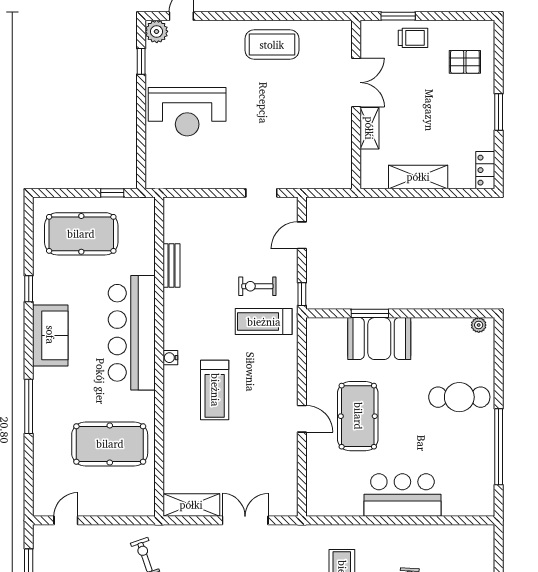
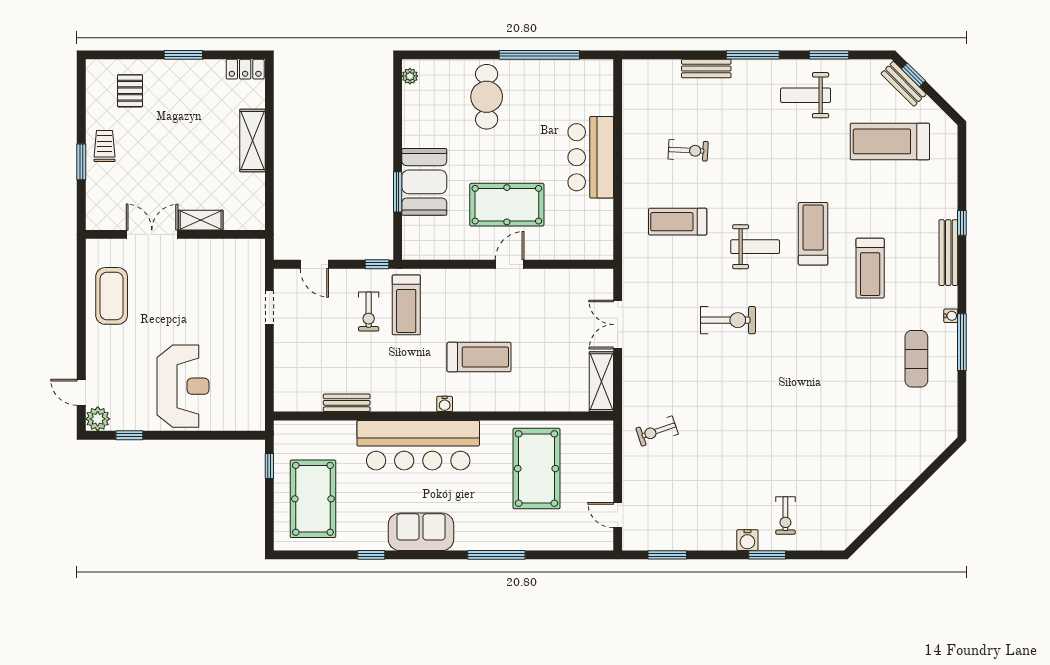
double door: (356, 82) -> (152, 234), moved
wall: (356, 104) -> (175, 234), moved
shelving: (369, 128) -> (201, 220), moved

